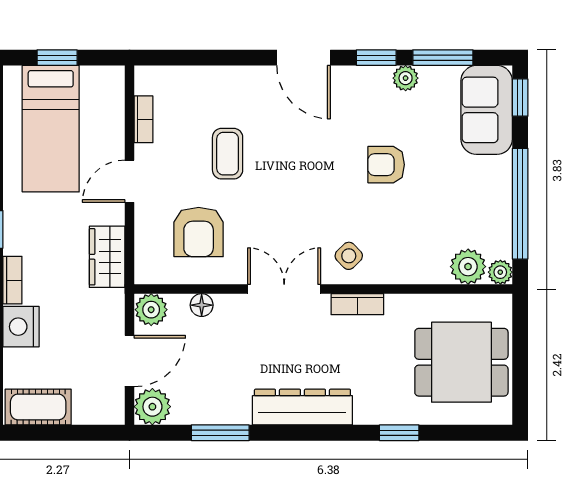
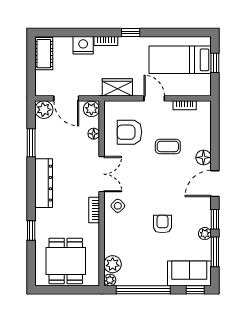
floor lamp: (250, 81) -> (203, 157), added

